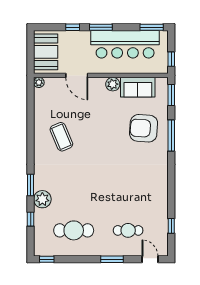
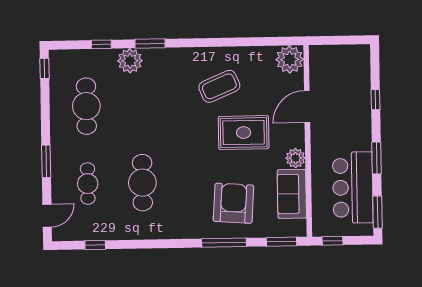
window: (101, 27) -> (377, 158), moved
bar counter: (125, 44) -> (353, 188), width x0.73
booth: (46, 52) -> (340, 62), removed
plant: (39, 82) -> (290, 59), width x1.88, depth x1.88
rug: (94, 120) -> (244, 133), added
cafe table: (128, 192) -> (142, 183), added

